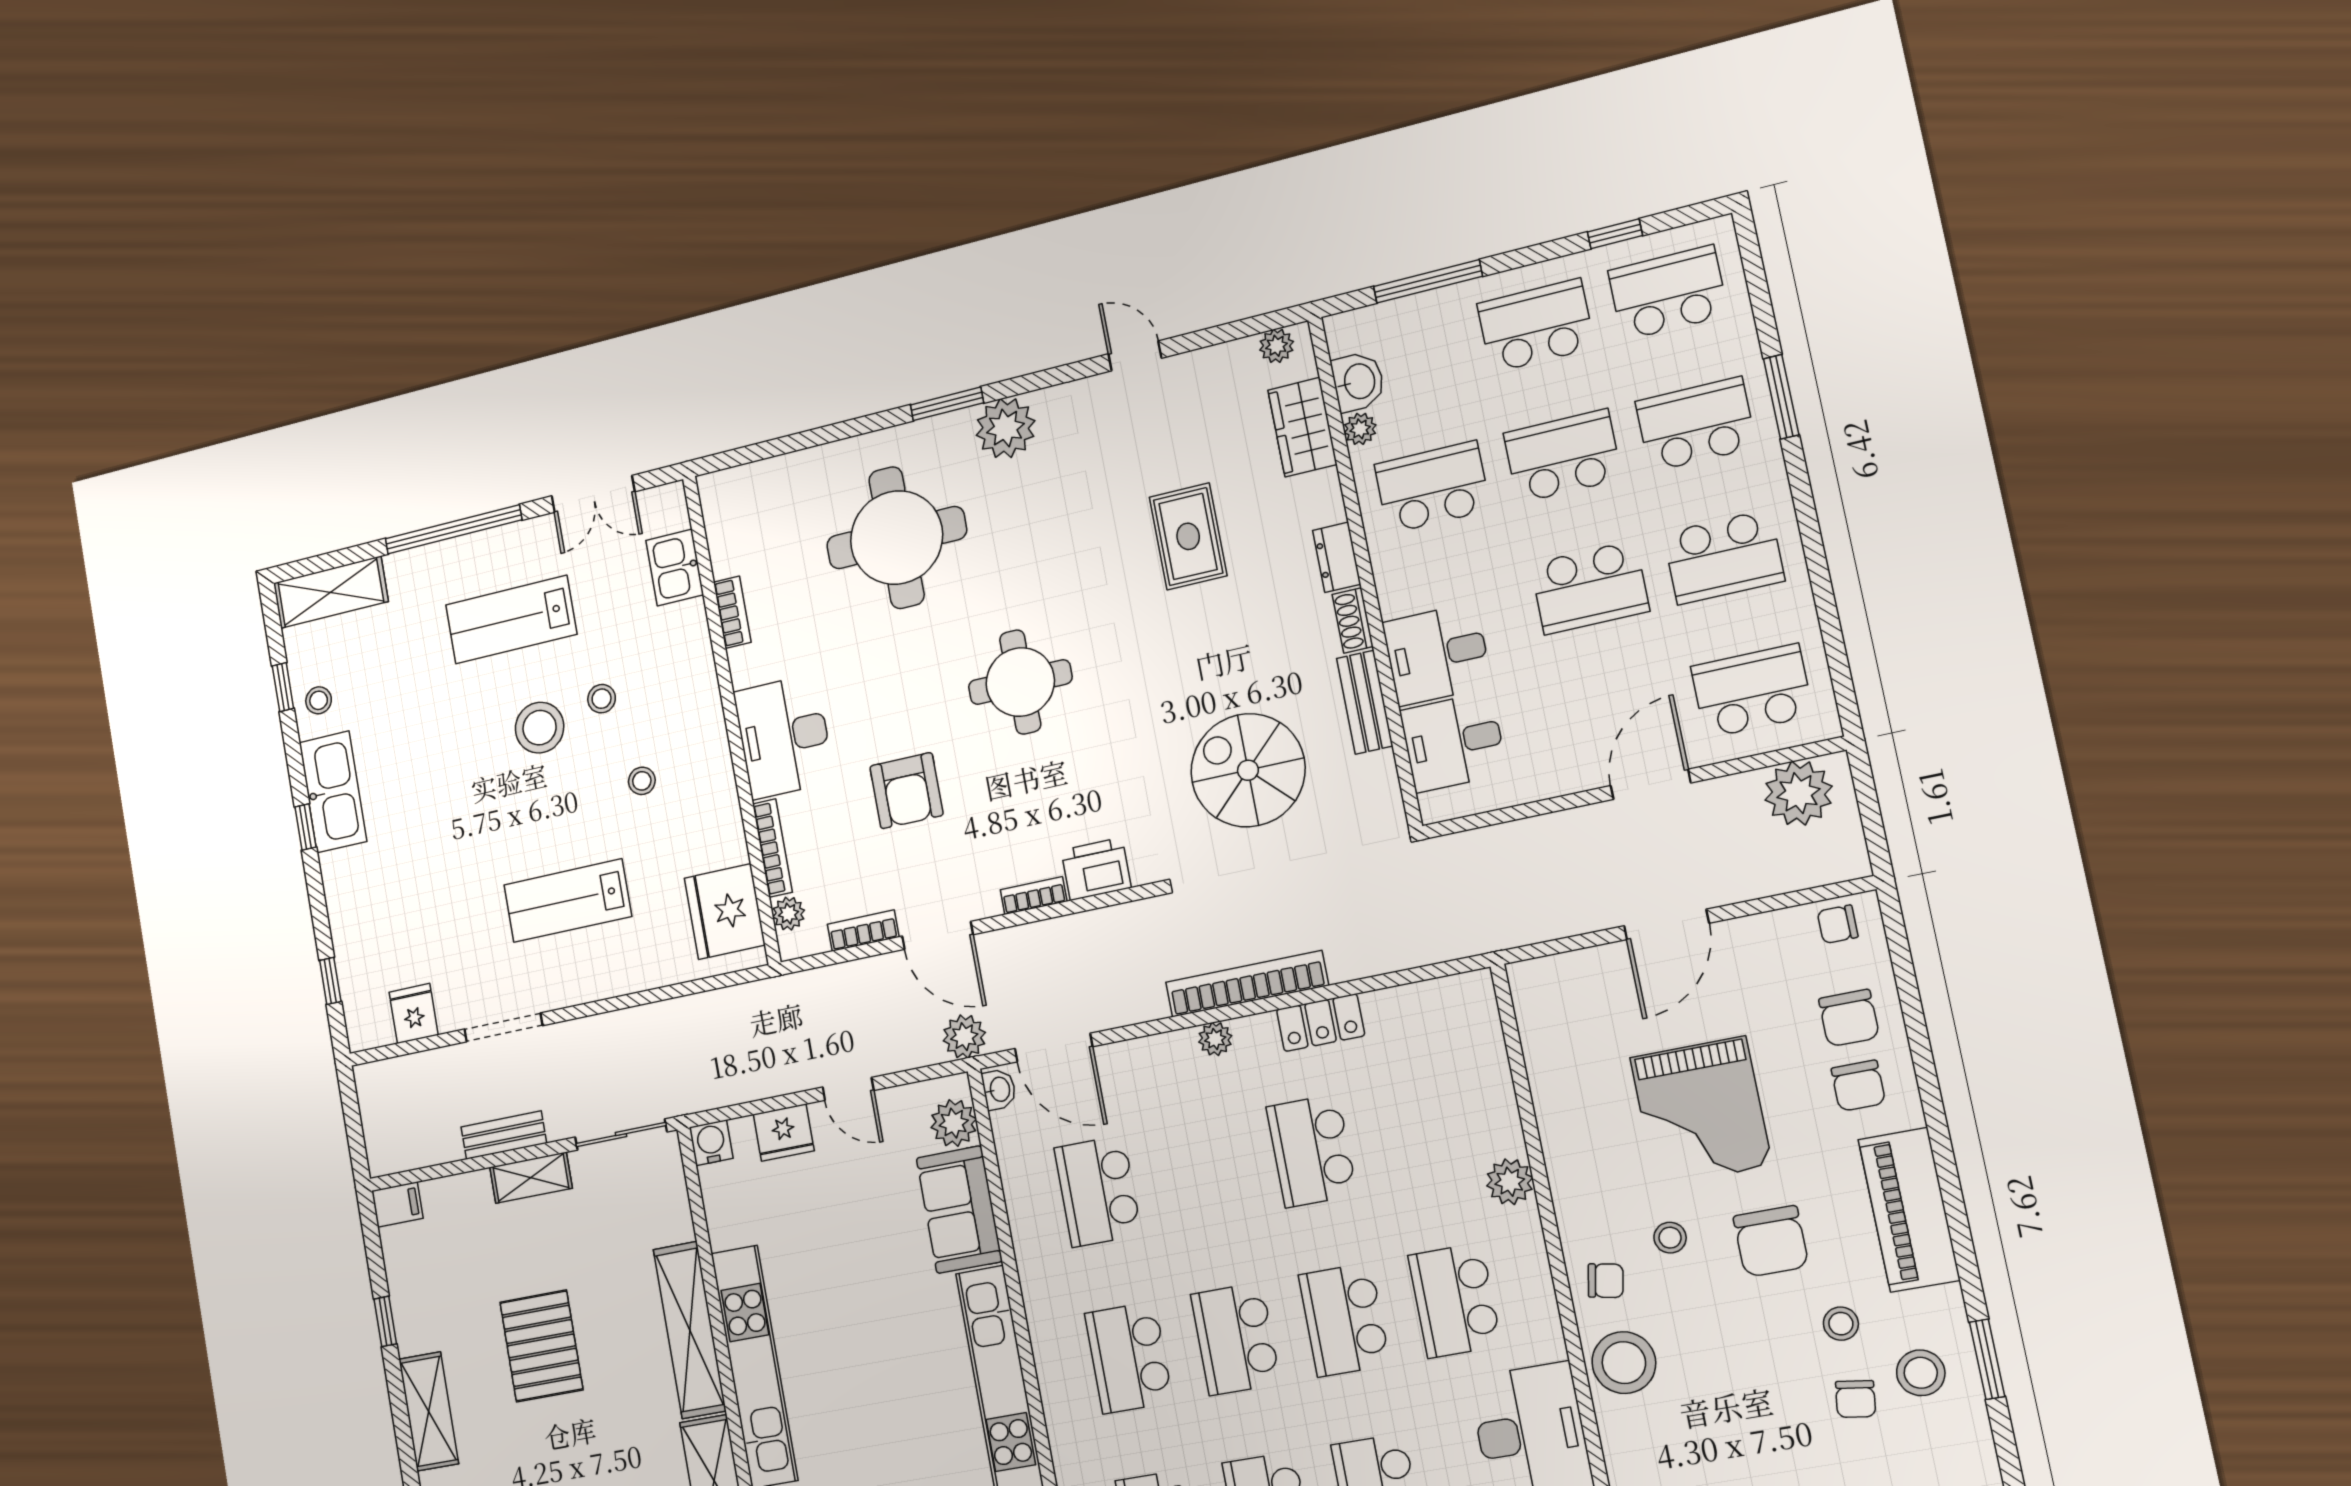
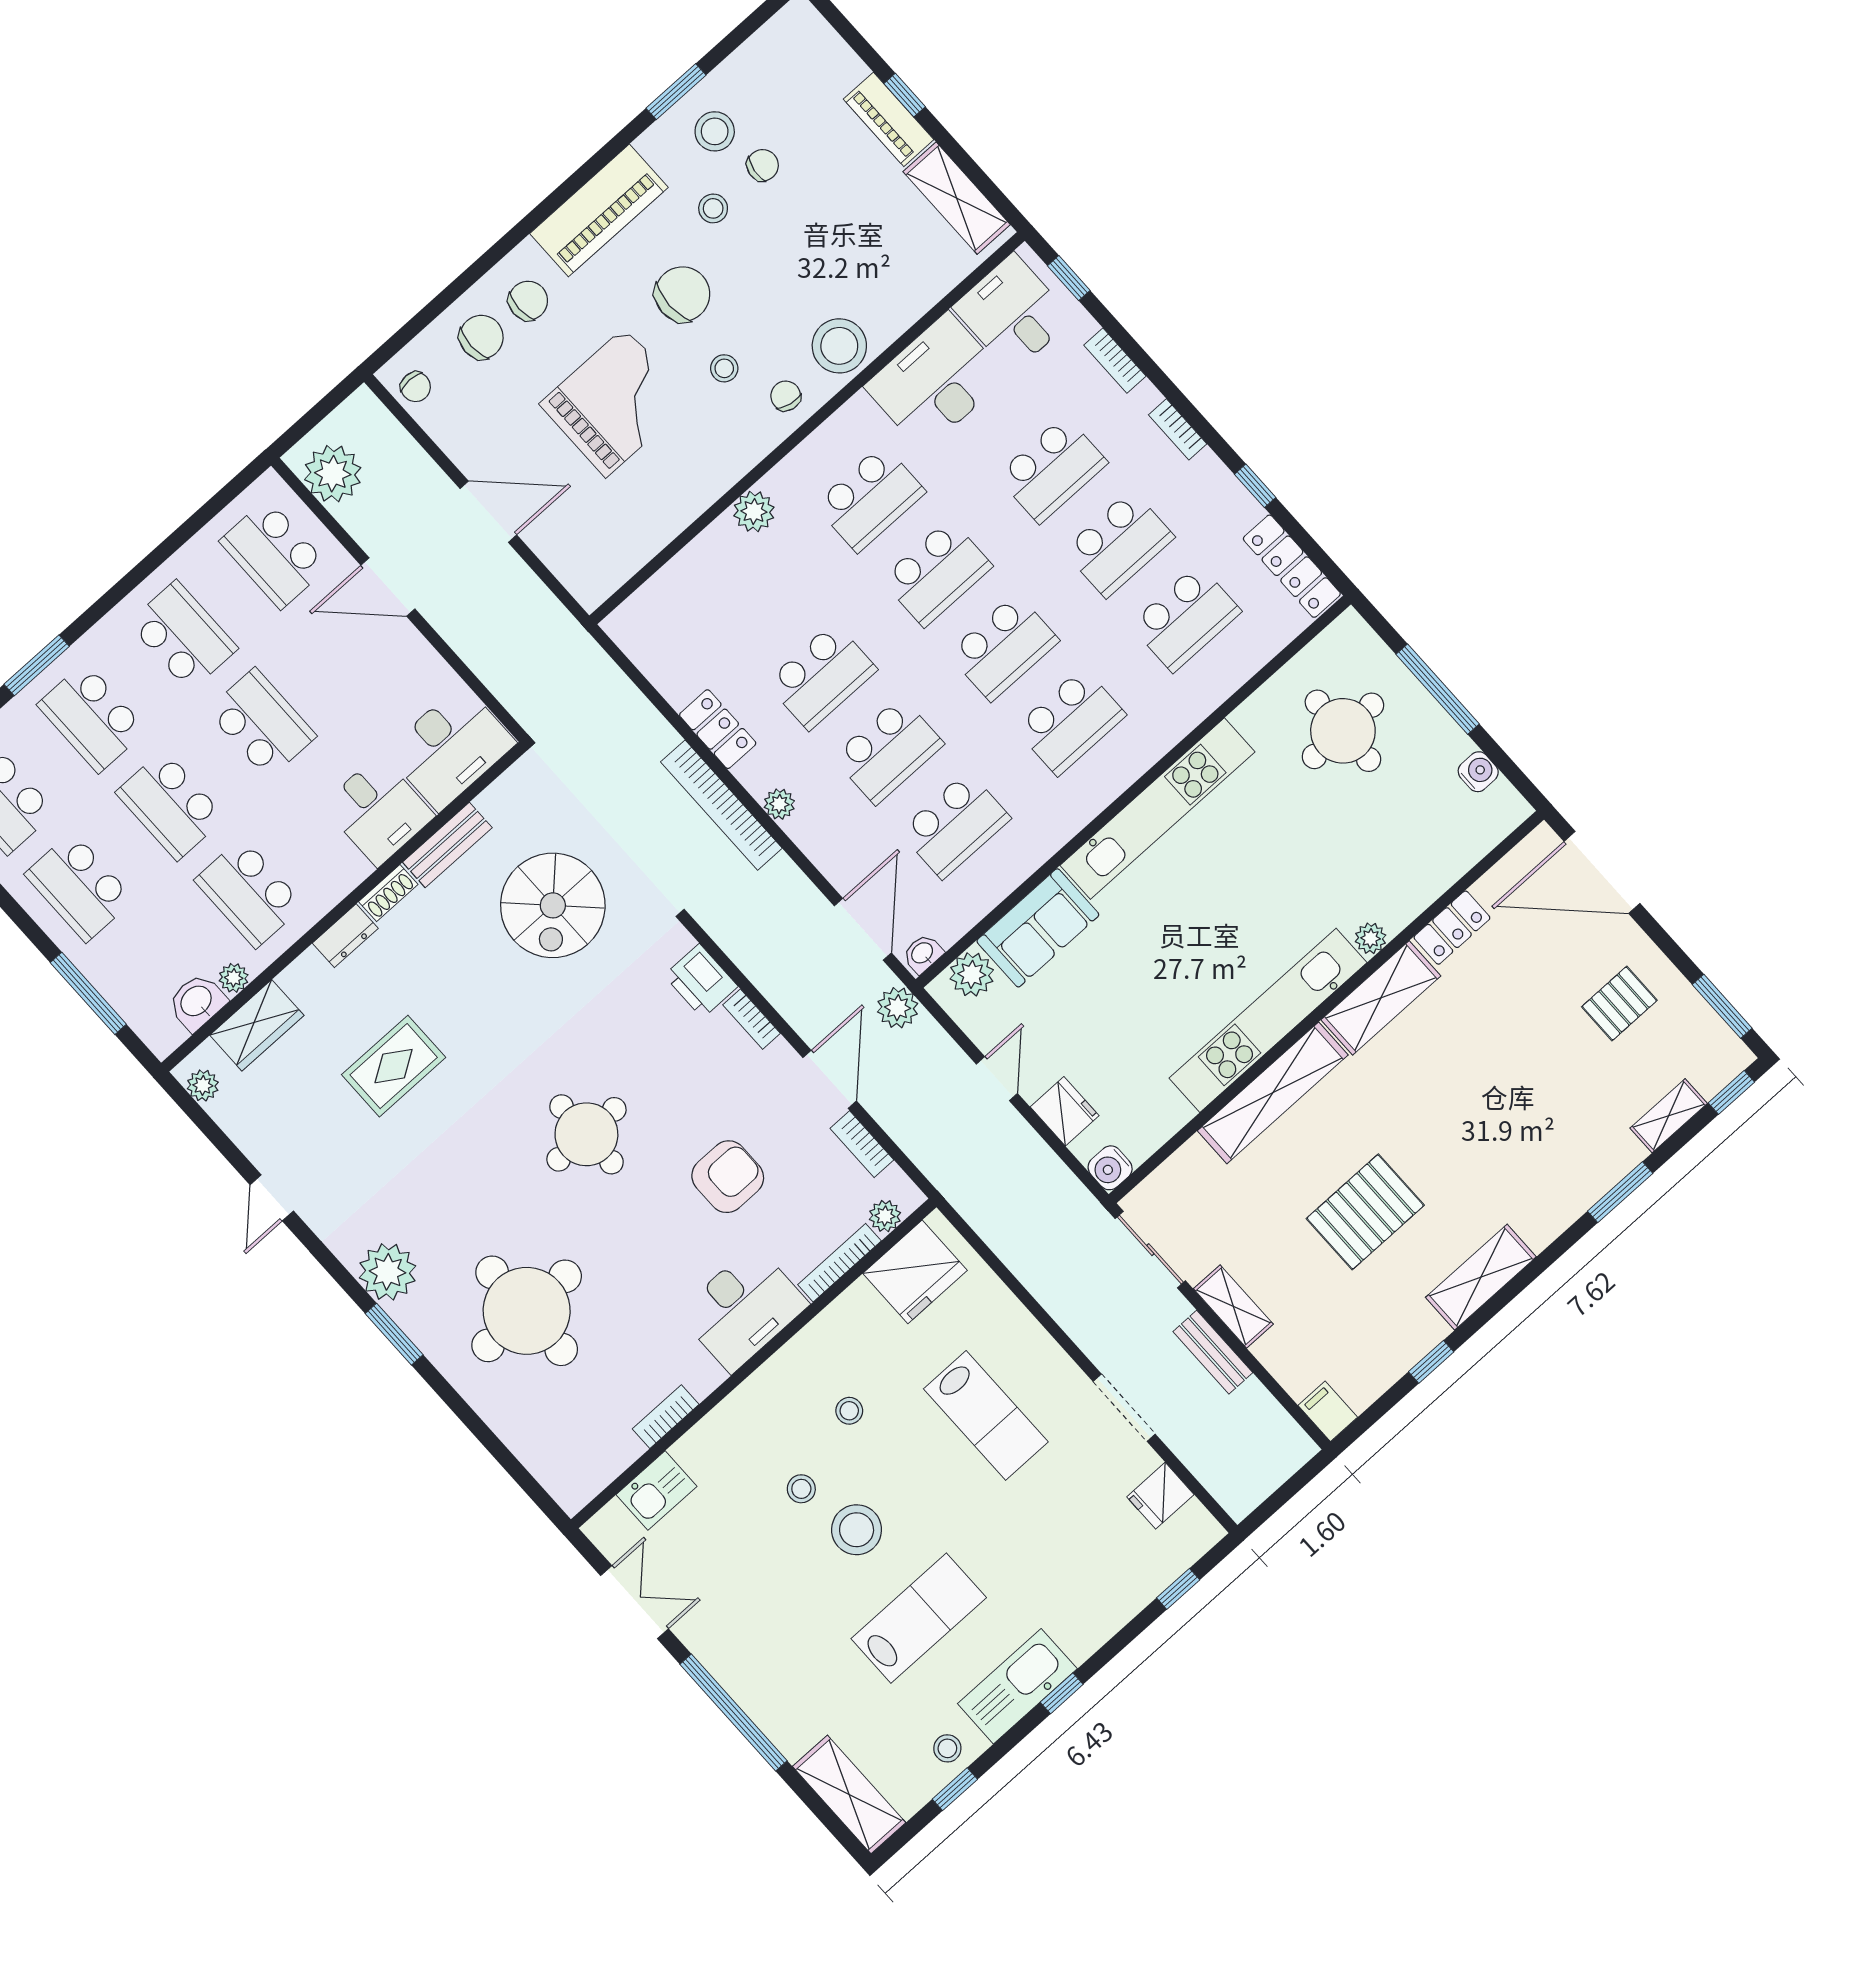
lab bench: (511, 620) -> (919, 1618), moved, turned -90
desk: (1453, 742) -> (450, 747), width x1.37
school desk: (1204, 1171) -> (888, 751), added

